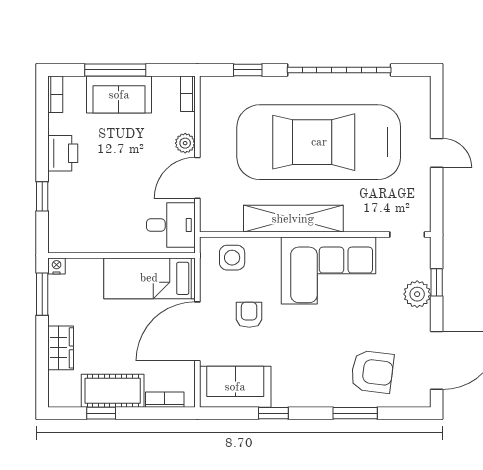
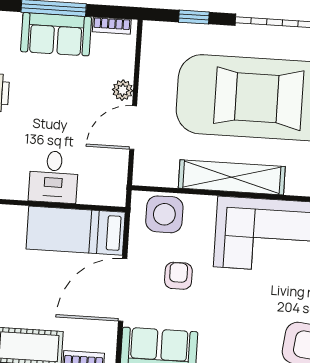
bookcase: (188, 94) -> (112, 26), moved, turned -90
desk: (171, 225) -> (54, 177), moved, turned 90
side table: (232, 258) -> (164, 214), width x1.37, depth x1.37

